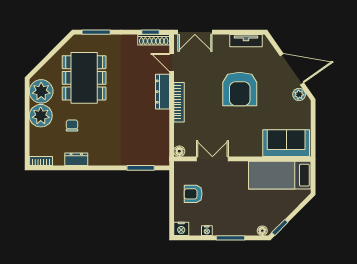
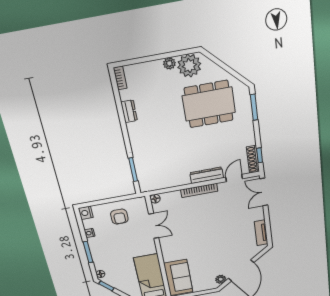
armchair: (240, 89) -> (219, 236), removed
plant: (41, 116) -> (169, 63), width x0.53, depth x0.53
chair: (72, 125) -> (161, 101), removed
armchair: (193, 194) -> (119, 217), turned 180

